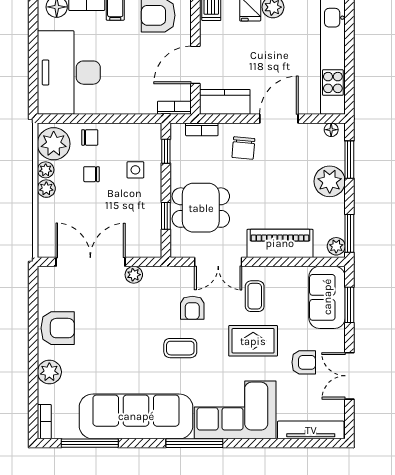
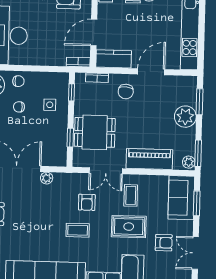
floor lamp: (331, 130) -> (187, 81), removed

